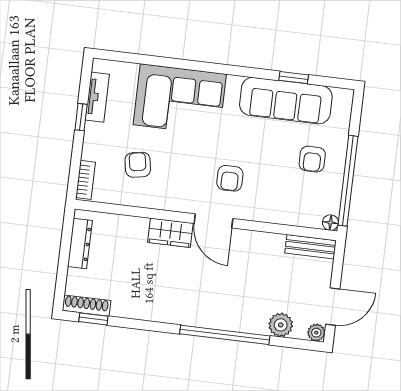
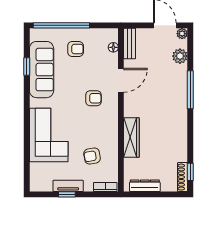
tv unit: (97, 97) -> (68, 186), moved
window: (348, 181) -> (61, 25), moved
door: (213, 221) -> (121, 80), moved
floor lamp: (330, 223) -> (113, 47), moved
wardrobe: (170, 233) -> (131, 138), width x1.50
window: (225, 335) -> (190, 90), width x0.68

